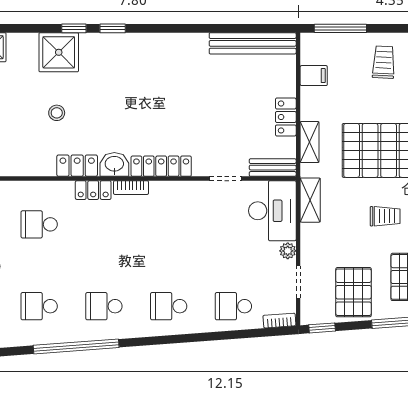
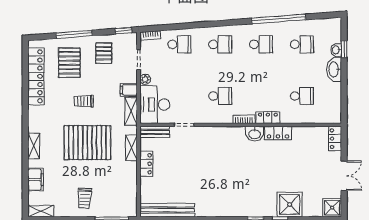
filing cabinet: (314, 76) -> (129, 90), moved
stool: (57, 113) -> (291, 166), removed
locker: (161, 166) -> (225, 133), removed
school desk: (169, 224) -> (220, 96), added
pallet: (354, 292) -> (104, 53), width x0.67, depth x0.71

